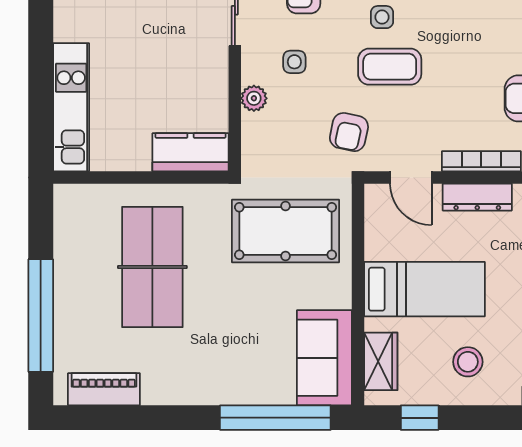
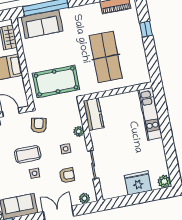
kitchen counter: (191, 152) -> (94, 114), moved, turned -90
window: (41, 316) -> (146, 29), width x0.32
sofa: (324, 358) -> (42, 24), moved, turned 90

